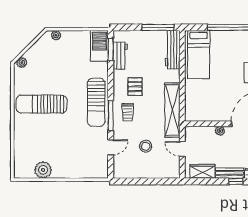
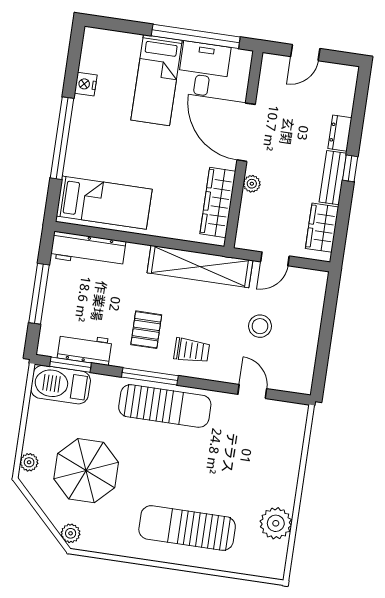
window: (158, 27) -> (39, 294), moved
parasol: (56, 66) -> (86, 471), added
pallet: (135, 87) -> (146, 330), turned 90
sun lounger: (42, 104) -> (187, 528), moved, turned 90
wardrobe: (208, 114) -> (218, 203), added
window: (111, 116) -> (150, 376), moved

